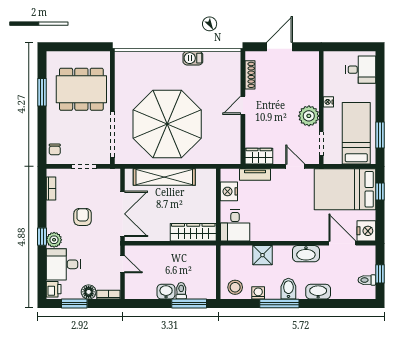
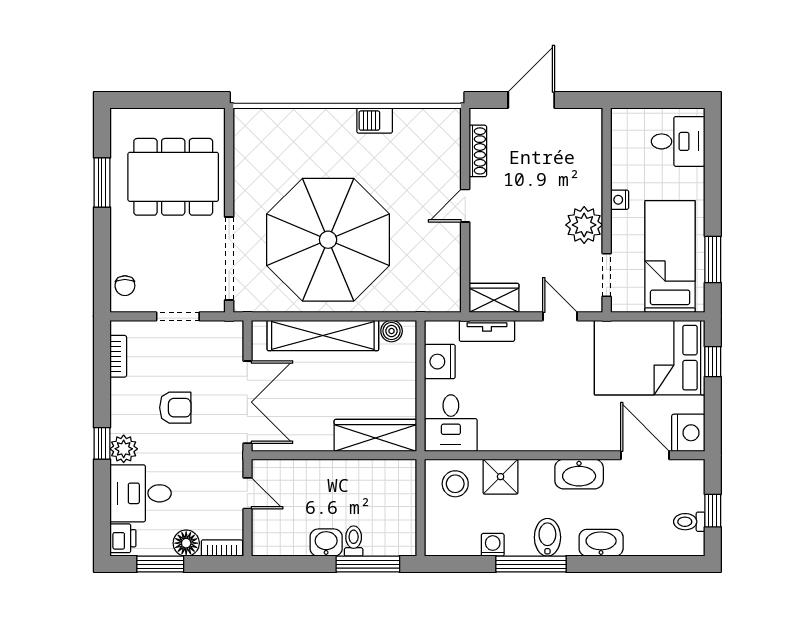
boiler: (202, 175) -> (392, 331), added
armchair: (83, 217) -> (175, 408), turned 90
stool: (235, 287) -> (455, 484), moved

